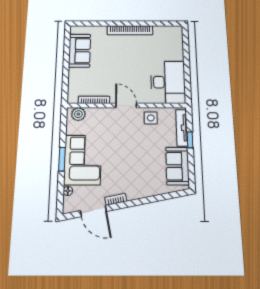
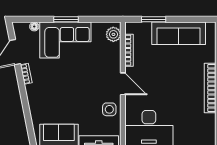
sofa: (80, 51) -> (179, 33), width x1.36
window: (65, 78) -> (154, 19), added
door: (126, 105) -> (123, 84), hinge flipped

